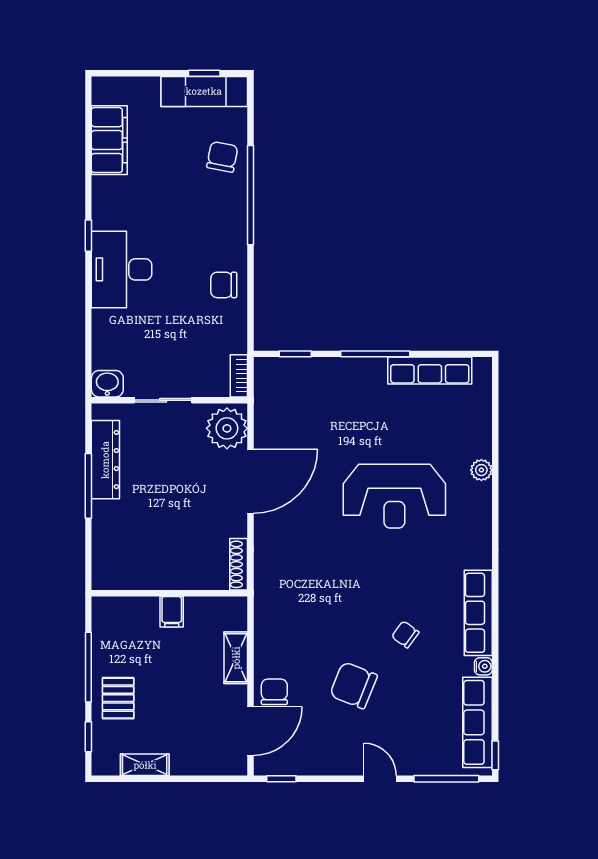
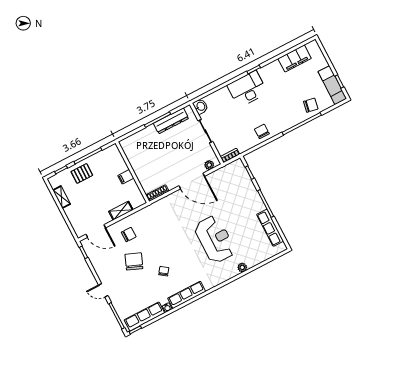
plant: (227, 428) -> (209, 165), width x0.53, depth x0.53
reception desk: (394, 496) -> (215, 239), turned 180
chair: (274, 692) -> (129, 234), moved
door: (380, 779) -> (103, 290), swing flipped

